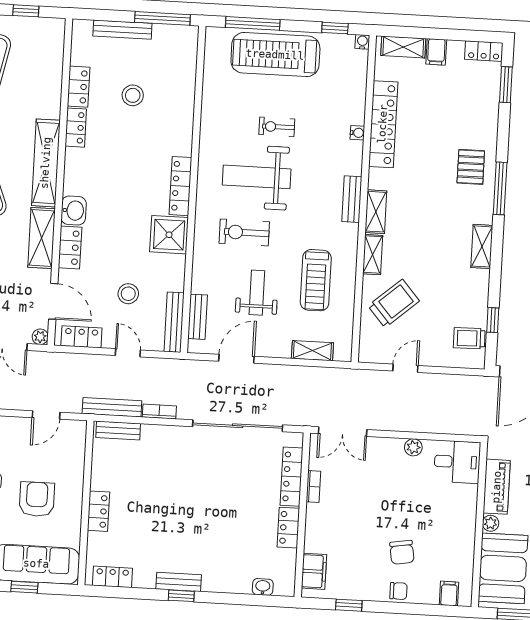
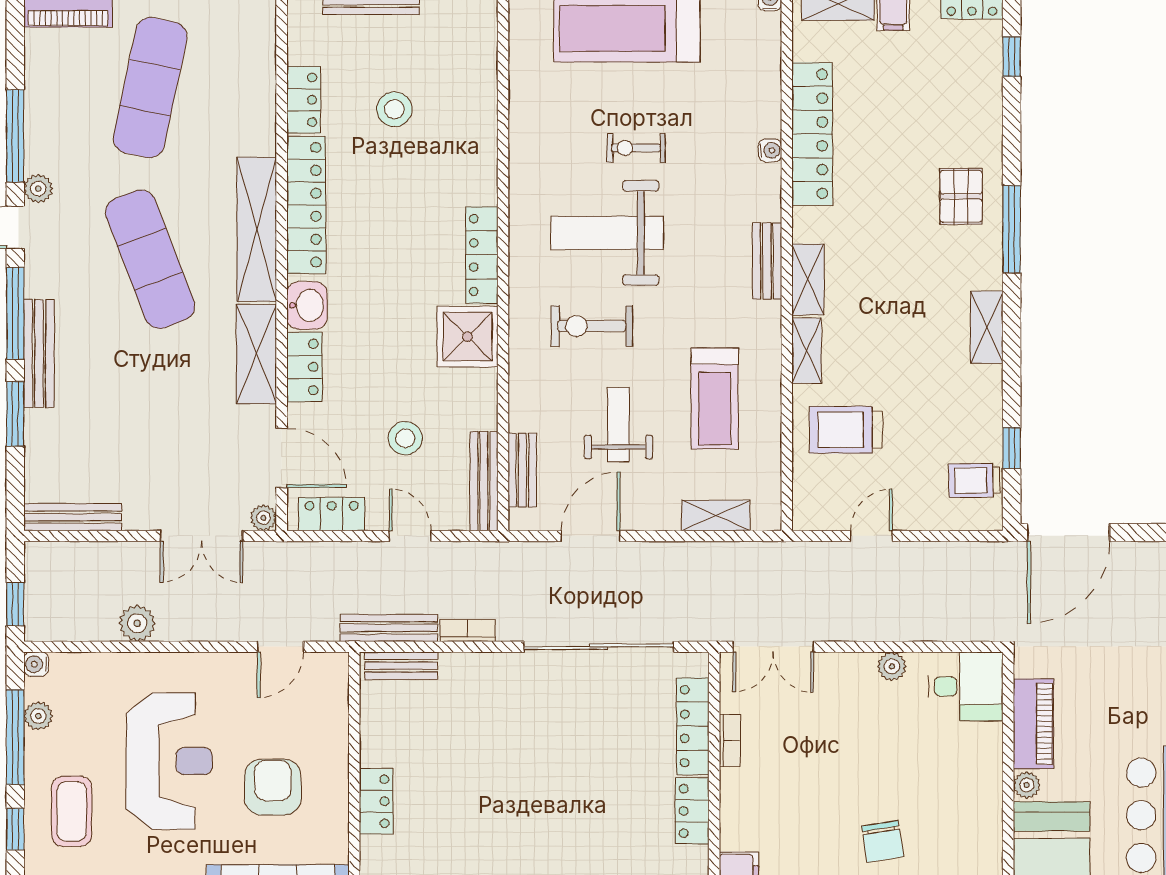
window: (506, 85) -> (1012, 57), width x0.67
locker: (76, 128) -> (306, 205), width x2.16, depth x1.21
trolley: (394, 303) -> (846, 430), turned -139

